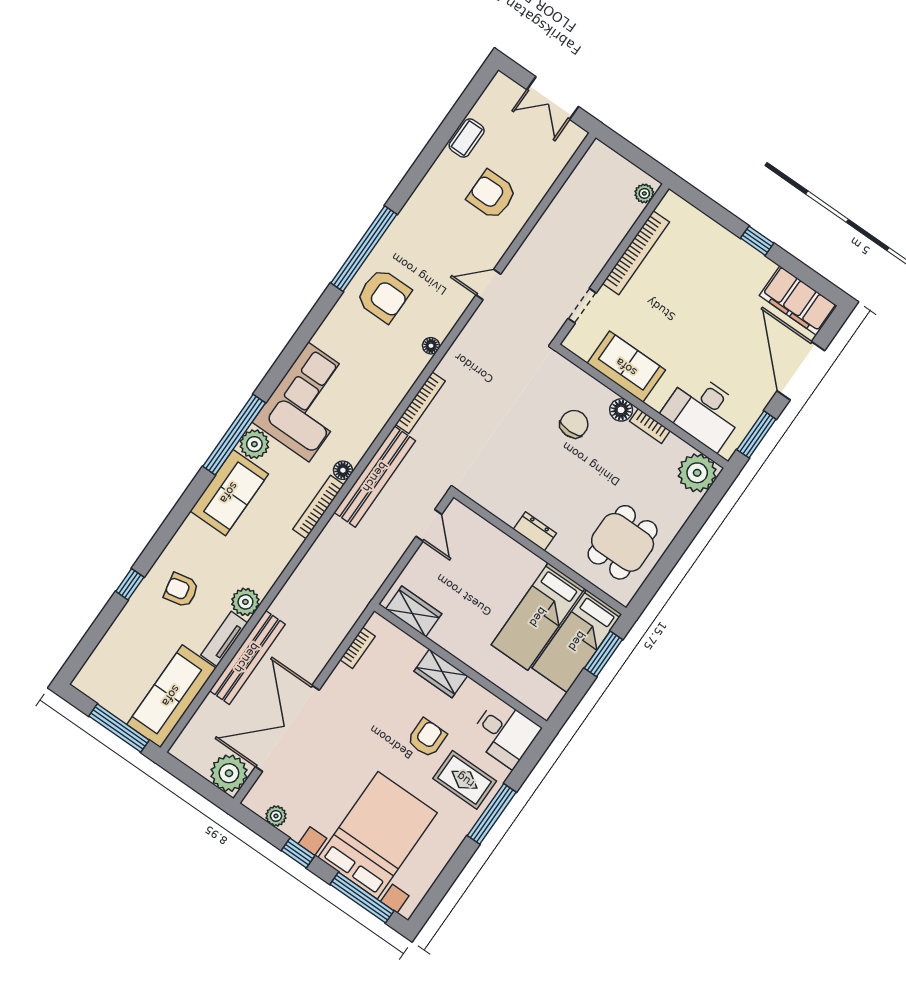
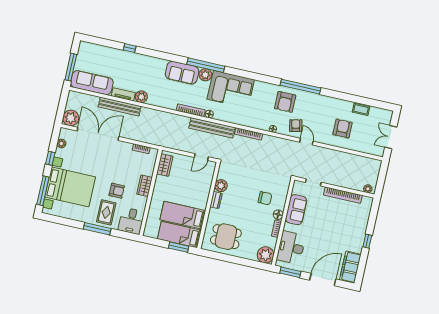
plant: (508, 508) -> (221, 186), added
armchair: (181, 590) -> (296, 126), moved

